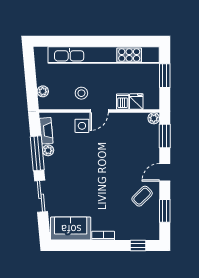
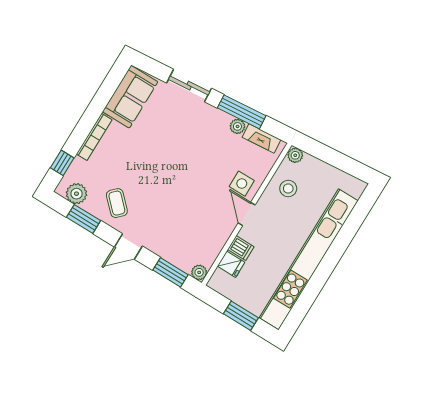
plant: (43, 91) -> (295, 155), moved
stool: (81, 93) -> (288, 189), moved
door: (165, 172) -> (128, 247), swing flipped
plant: (152, 225) -> (76, 194), added
bookcase: (103, 236) -> (94, 137), width x1.56

